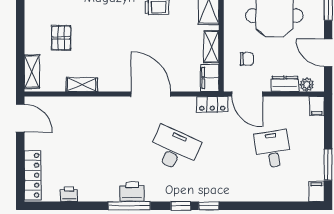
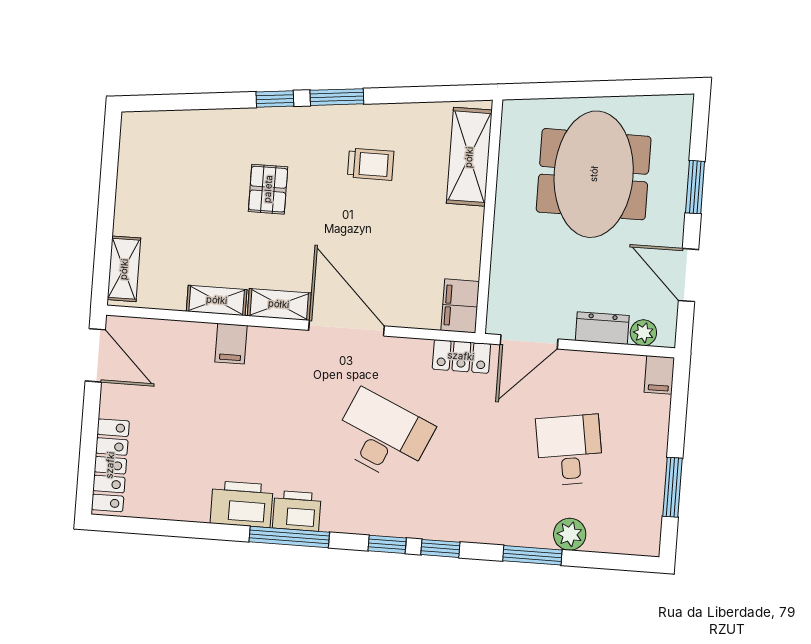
pallet: (61, 38) -> (268, 189), moved
shelving: (211, 47) -> (279, 304), moved, turned 90
chair: (247, 59) -> (533, 275), removed
door: (247, 94) -> (529, 342), hinge flipped
filing cabinet: (316, 191) -> (231, 344), moved, turned 180
plant: (276, 193) -> (570, 534), added
printer: (69, 194) -> (242, 504), moved, width x1.87, depth x1.48
window: (257, 206) -> (532, 555), added

